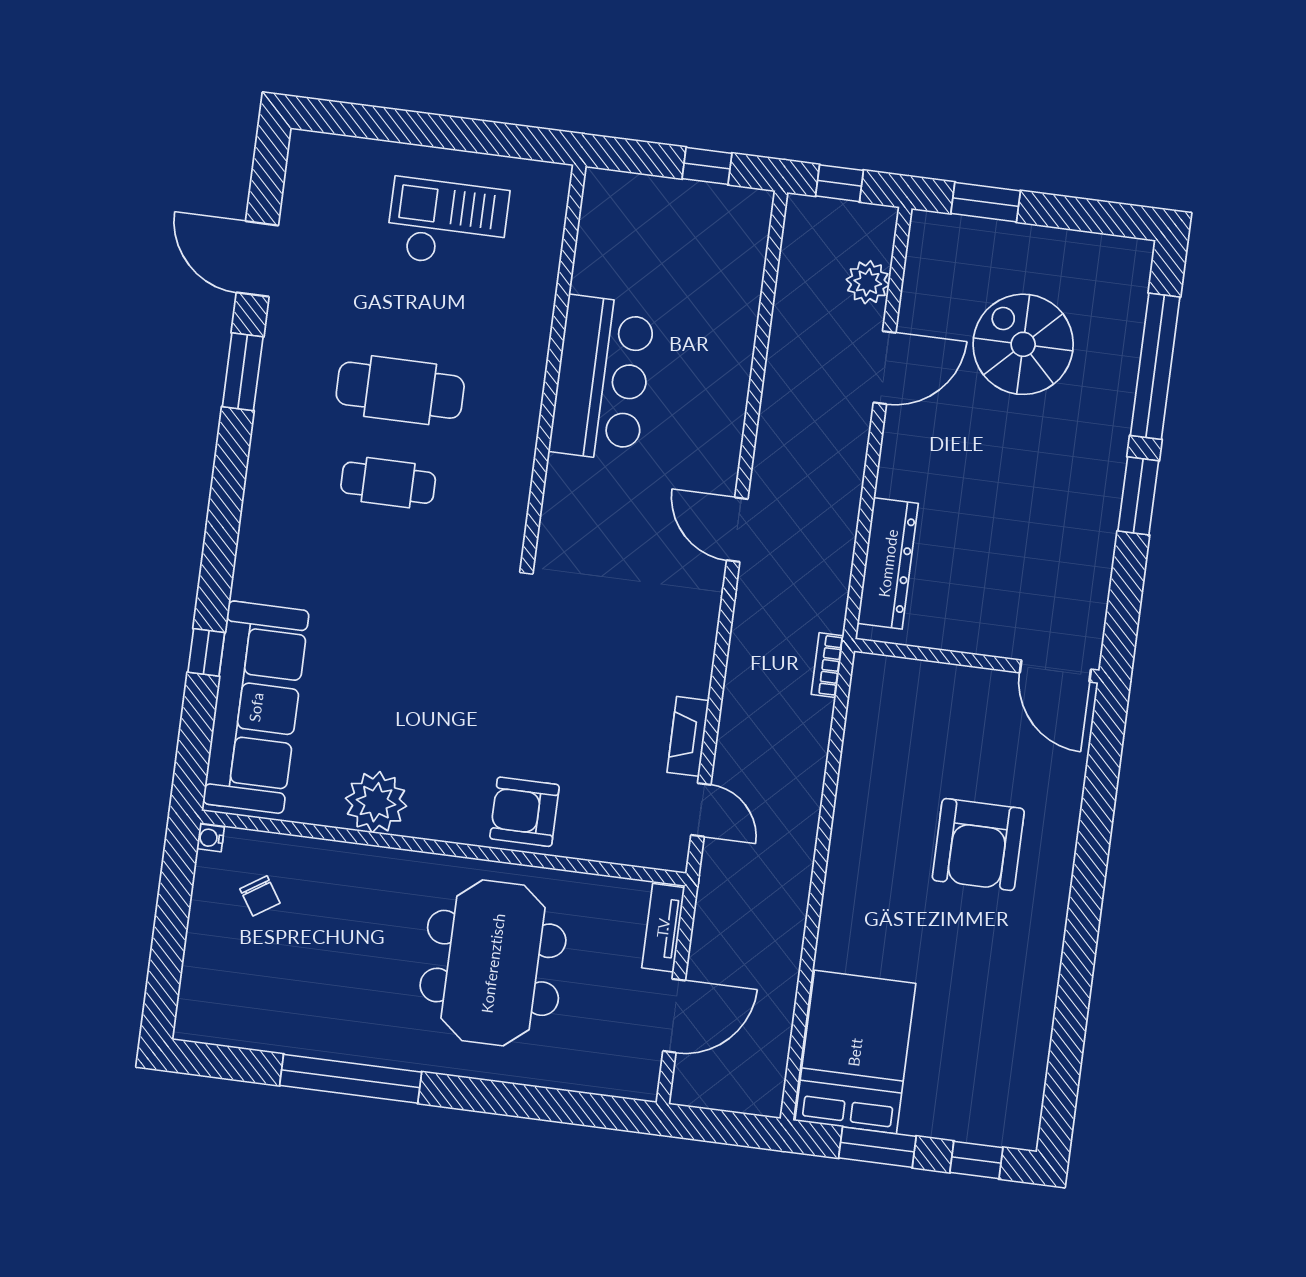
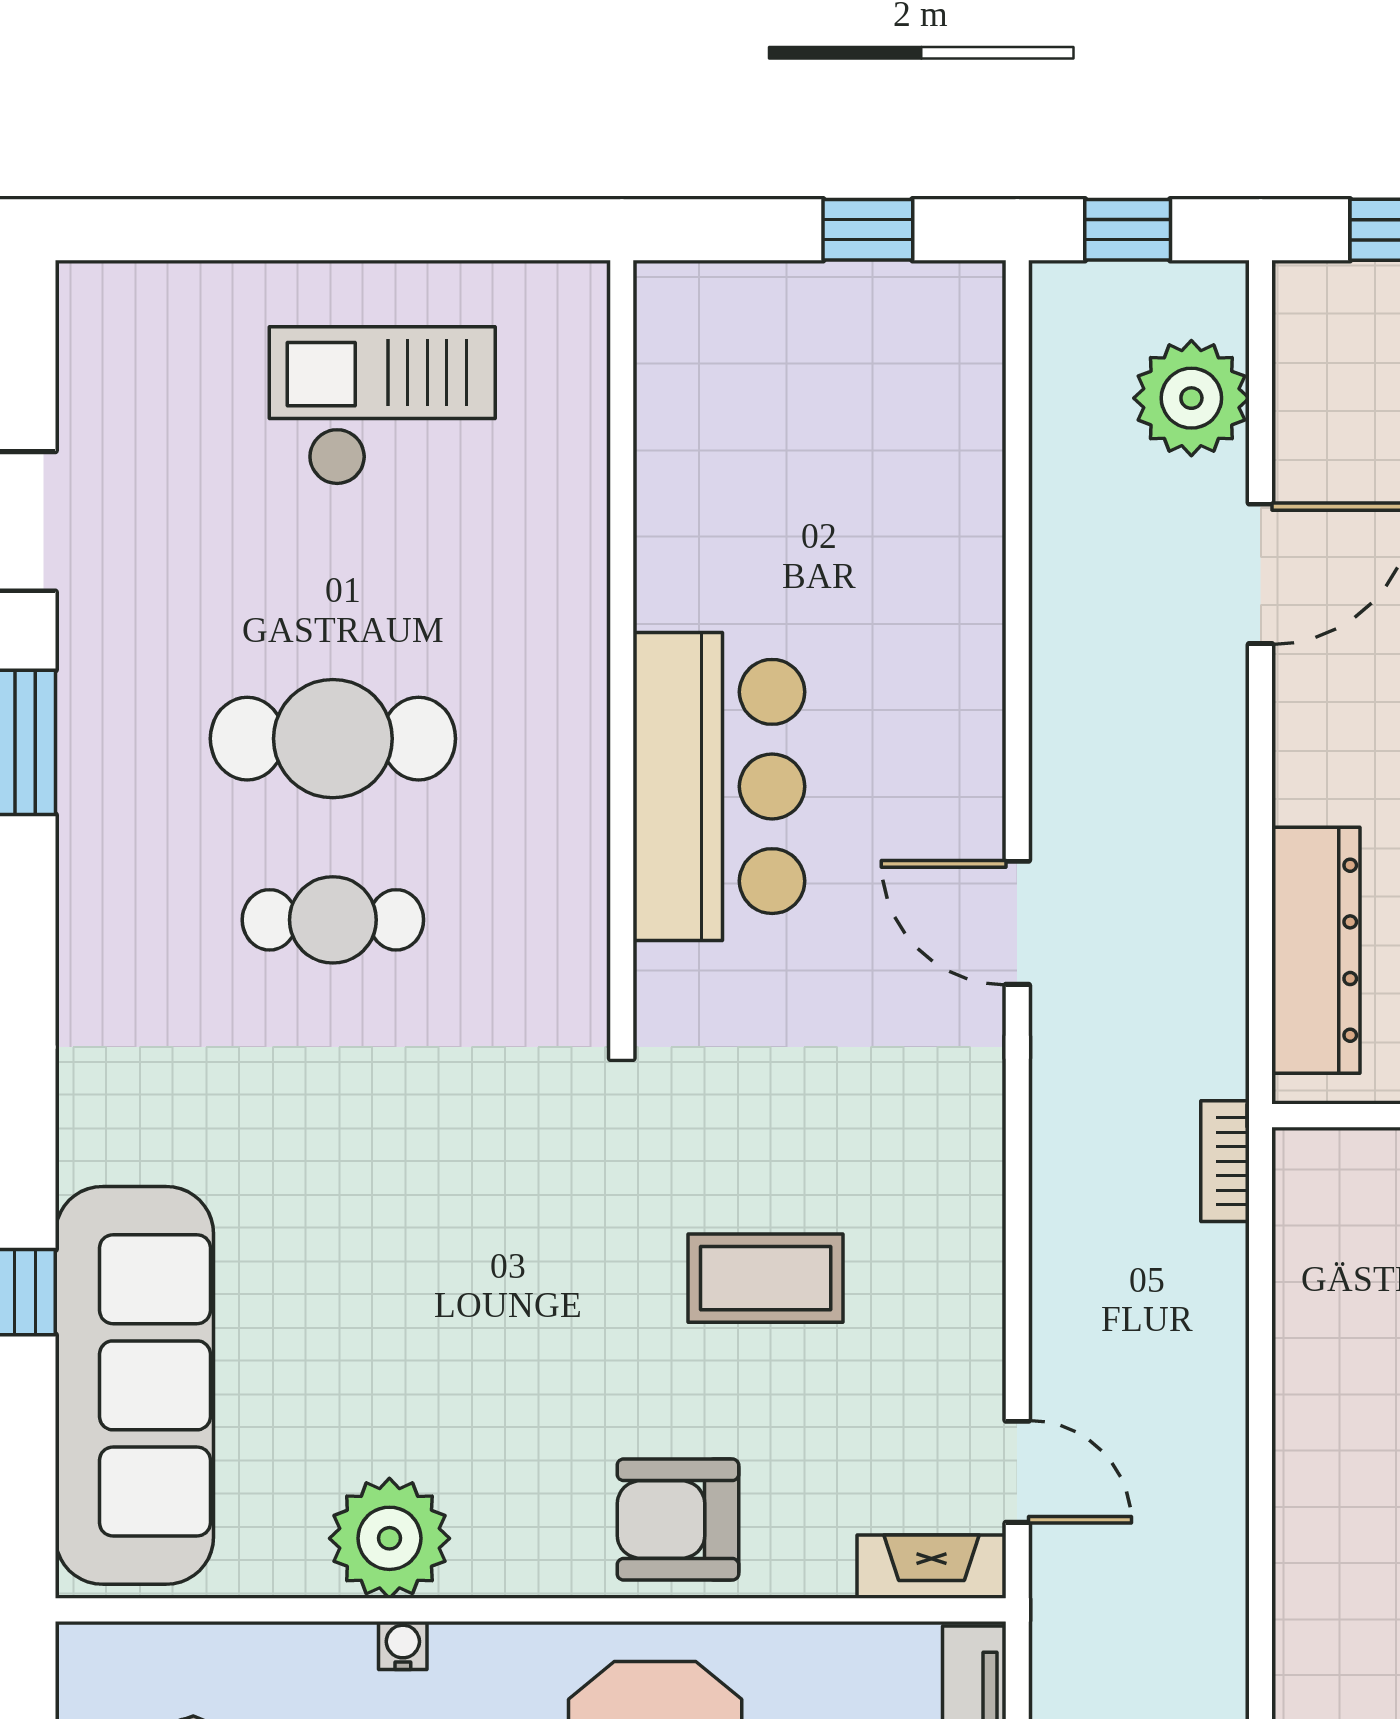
plant: (868, 282) -> (1191, 398), width x1.36, depth x1.36
bar counter: (602, 378) -> (719, 786), moved
coffee table: (585, 694) -> (766, 1278), added
fireplace: (688, 736) -> (931, 1567), moved, turned 90
water cooler: (210, 838) -> (403, 1645), moved, turned 90

